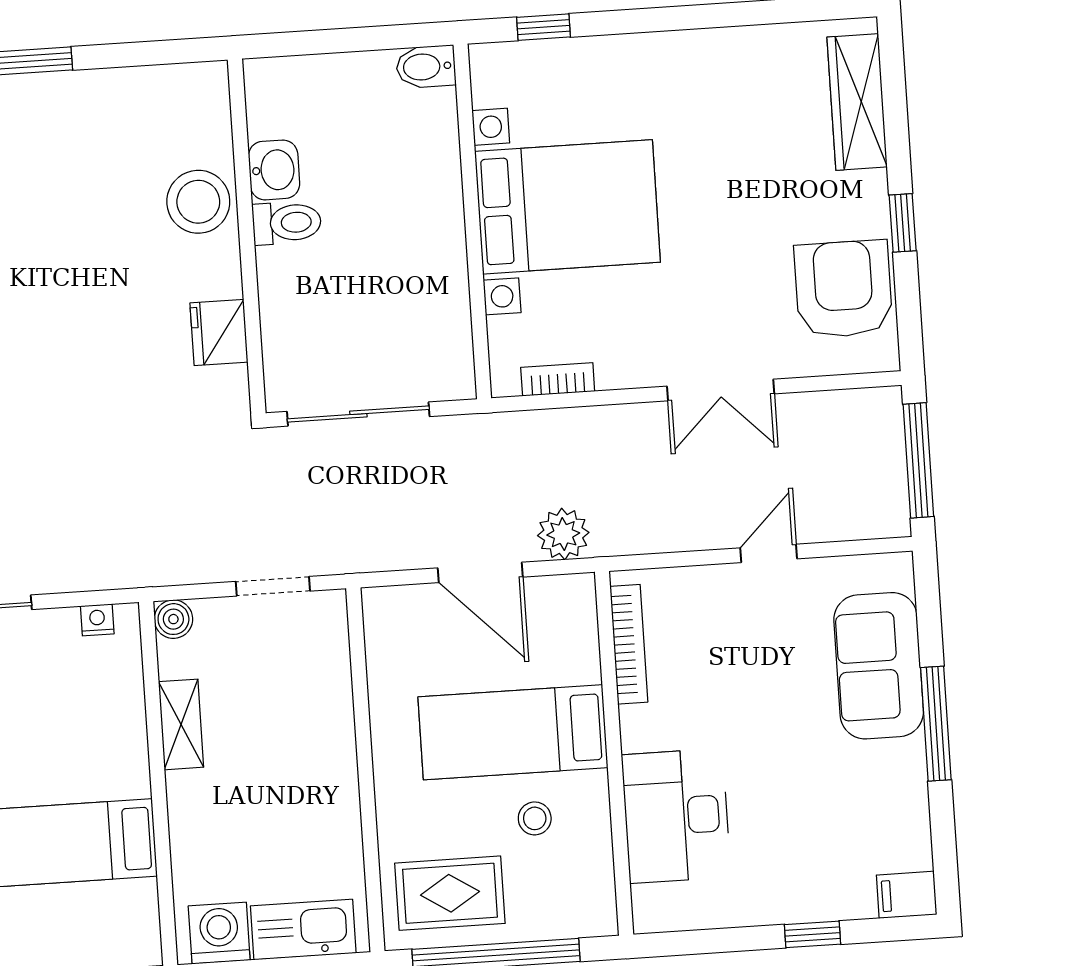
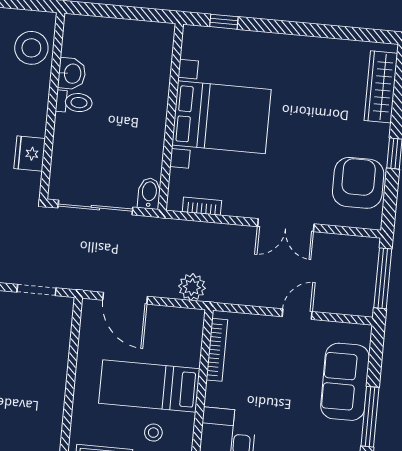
bidet: (426, 67) -> (149, 193), moved, turned 90
stool: (198, 202) -> (31, 48), moved
door: (480, 572) -> (125, 298), moved

